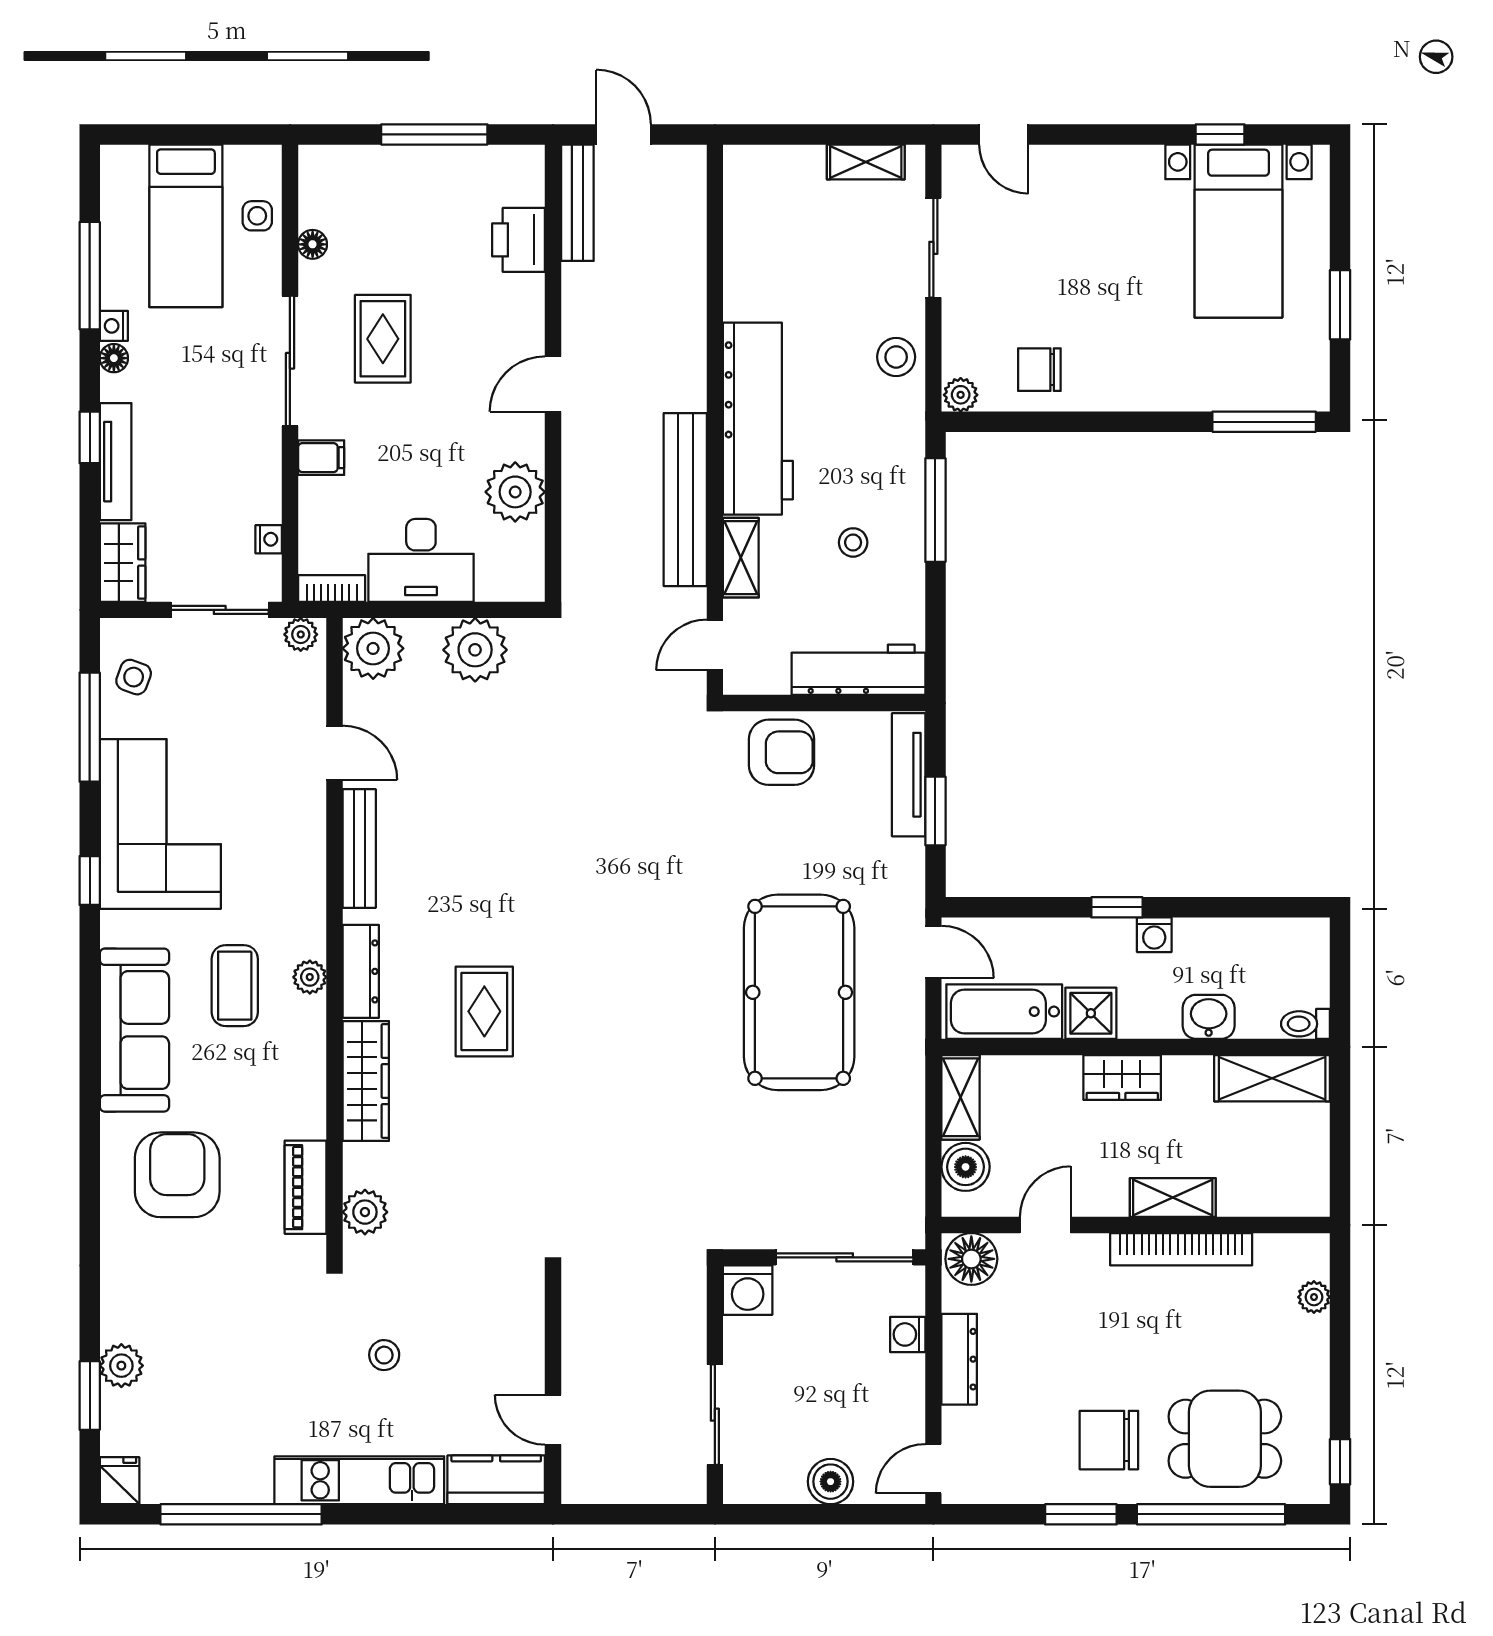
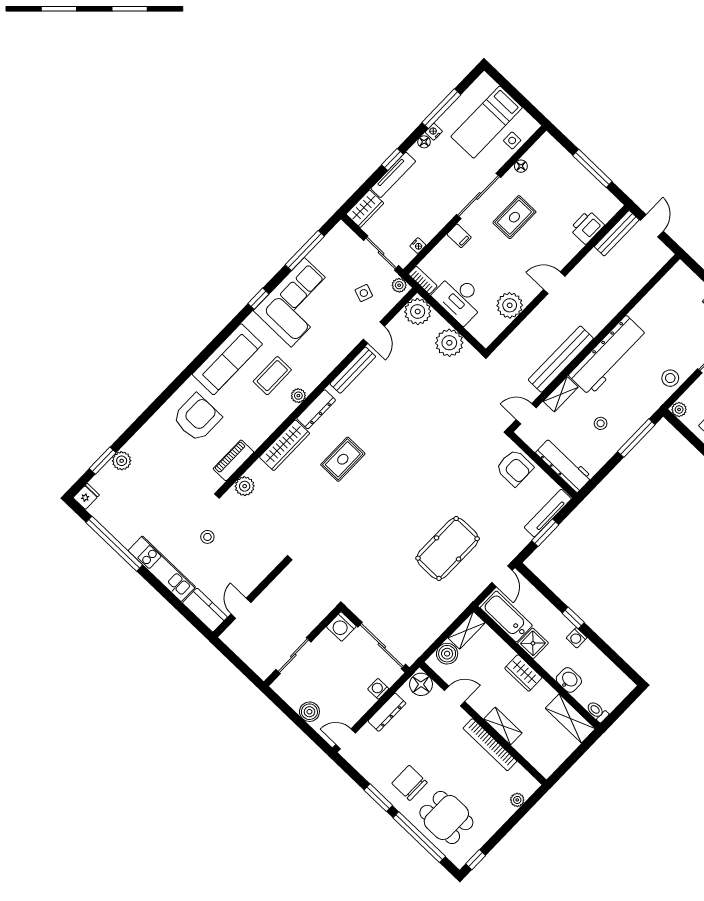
side table: (134, 677) -> (364, 293), moved
pool table: (799, 992) -> (448, 548), width x0.73, depth x0.76

